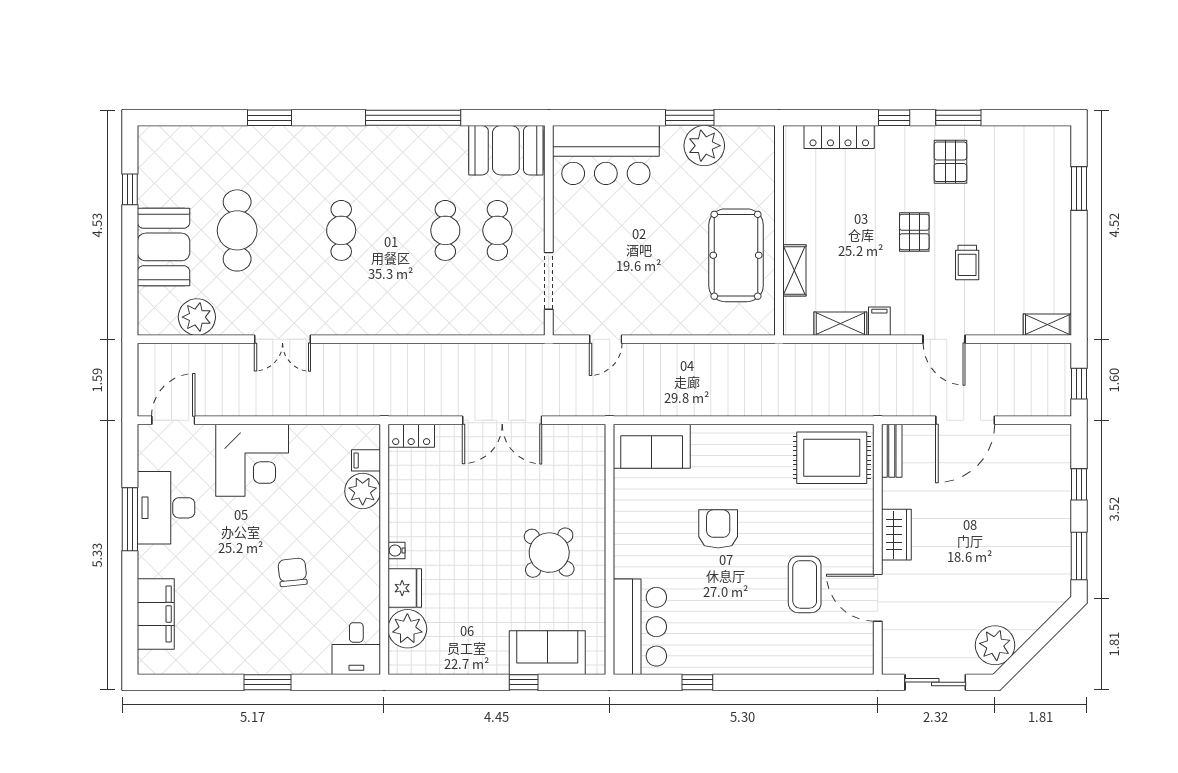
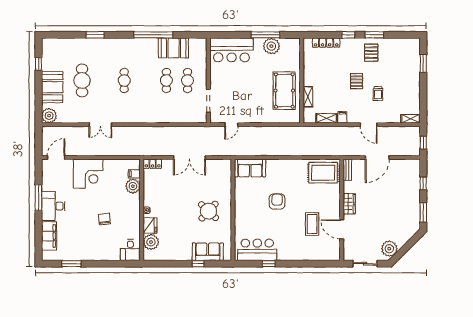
window: (690, 118) -> (266, 35), width x1.44
booth: (506, 150) -> (173, 48), moved
plant: (197, 317) -> (49, 116), moved
desk: (166, 508) -> (53, 206), moved
bar counter: (640, 627) -> (257, 250), moved, turned -90
window: (267, 682) -> (71, 264), moved

